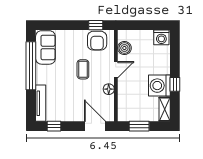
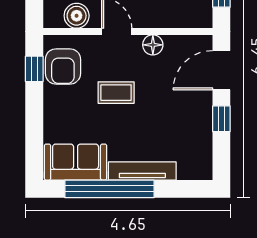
armchair: (97, 41) -> (63, 66), turned 90
tv unit: (41, 103) -> (142, 171), moved
window: (54, 126) -> (221, 119), moved

